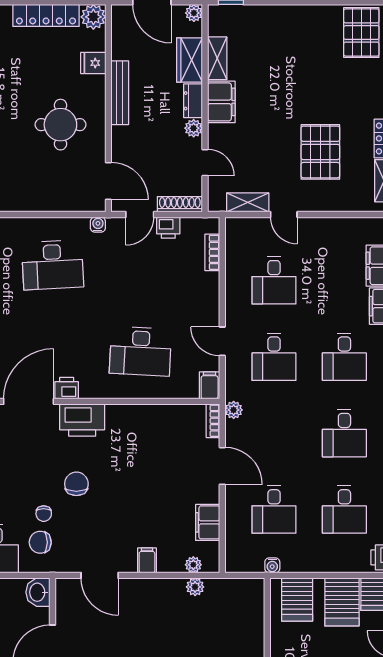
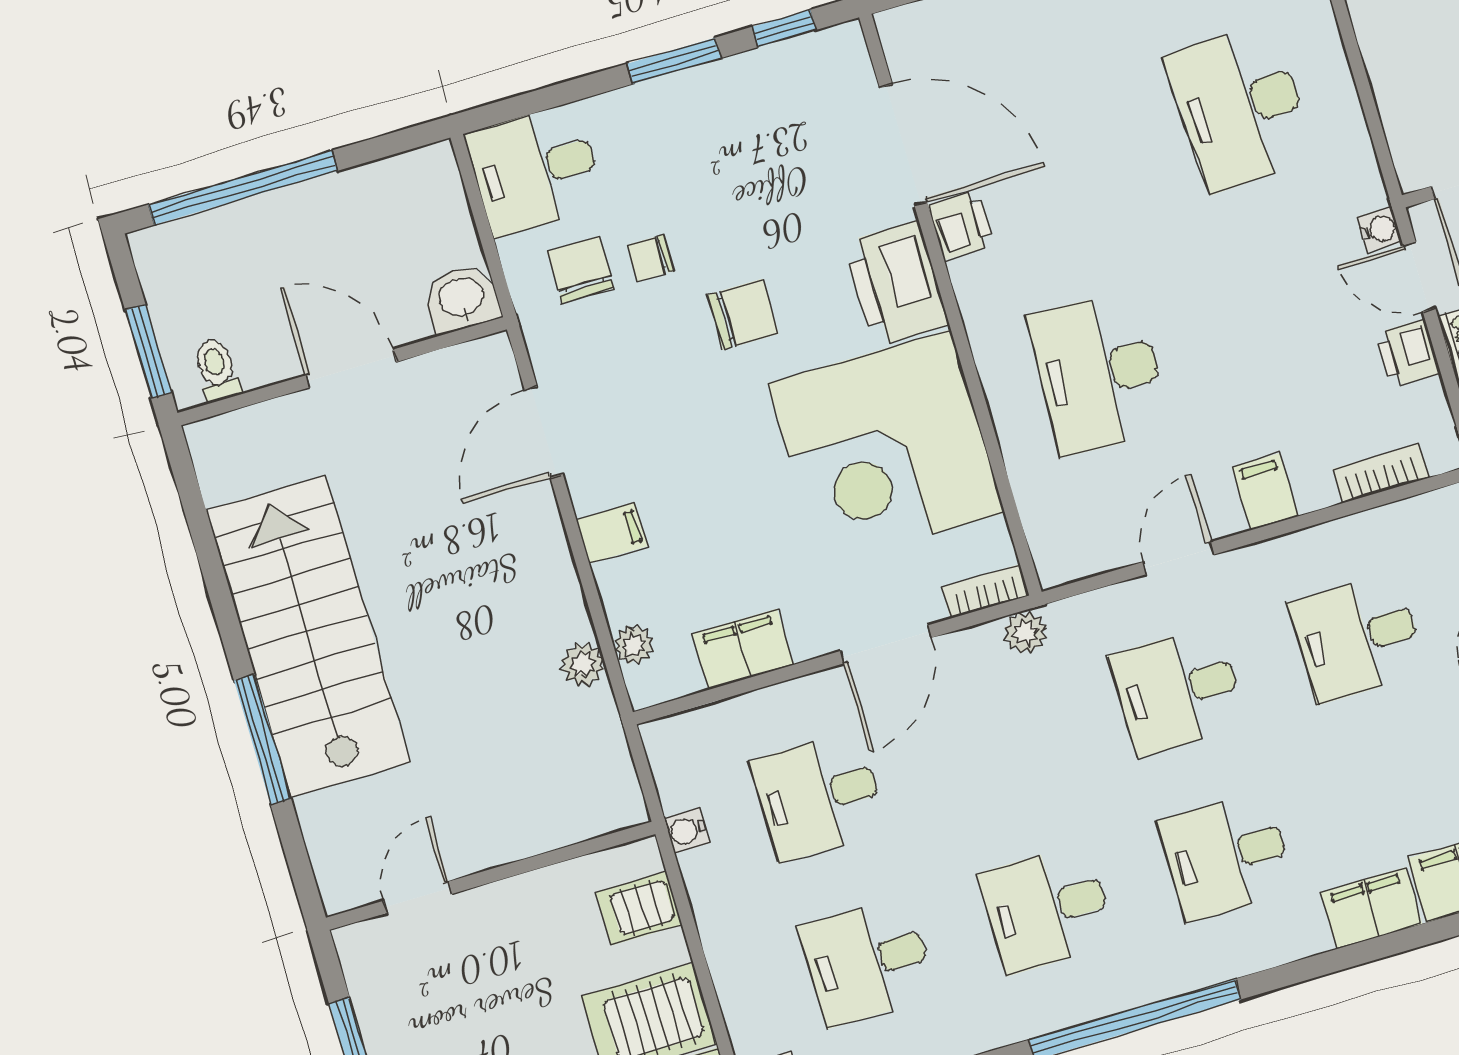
water cooler: (98, 225) -> (1380, 229), moved
filing cabinet: (210, 385) -> (1265, 492), moved, turned -90
corner desk: (145, 443) -> (886, 448), added
server rack: (297, 600) -> (639, 908), width x0.73, depth x0.70

